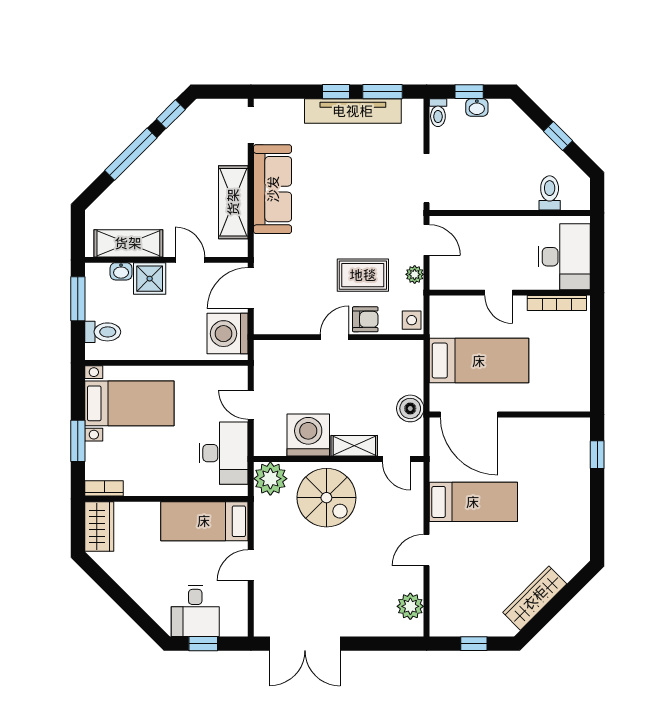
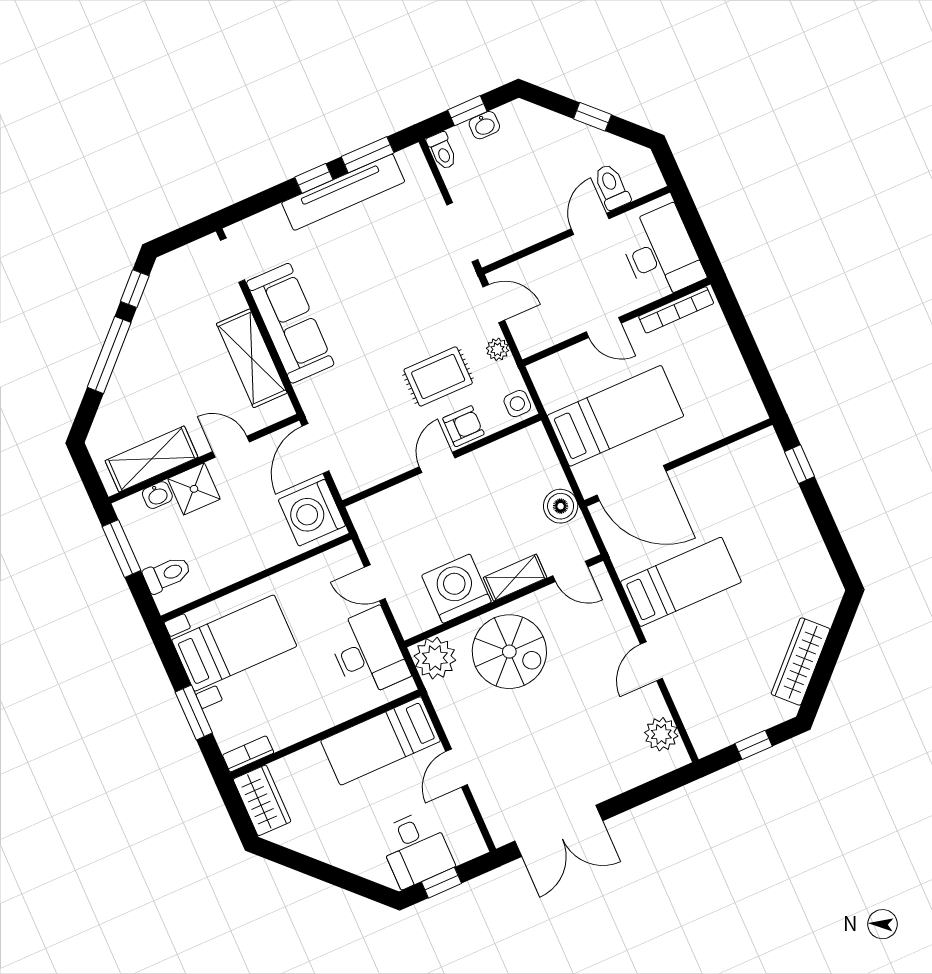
door: (522, 213) -> (590, 224), added

